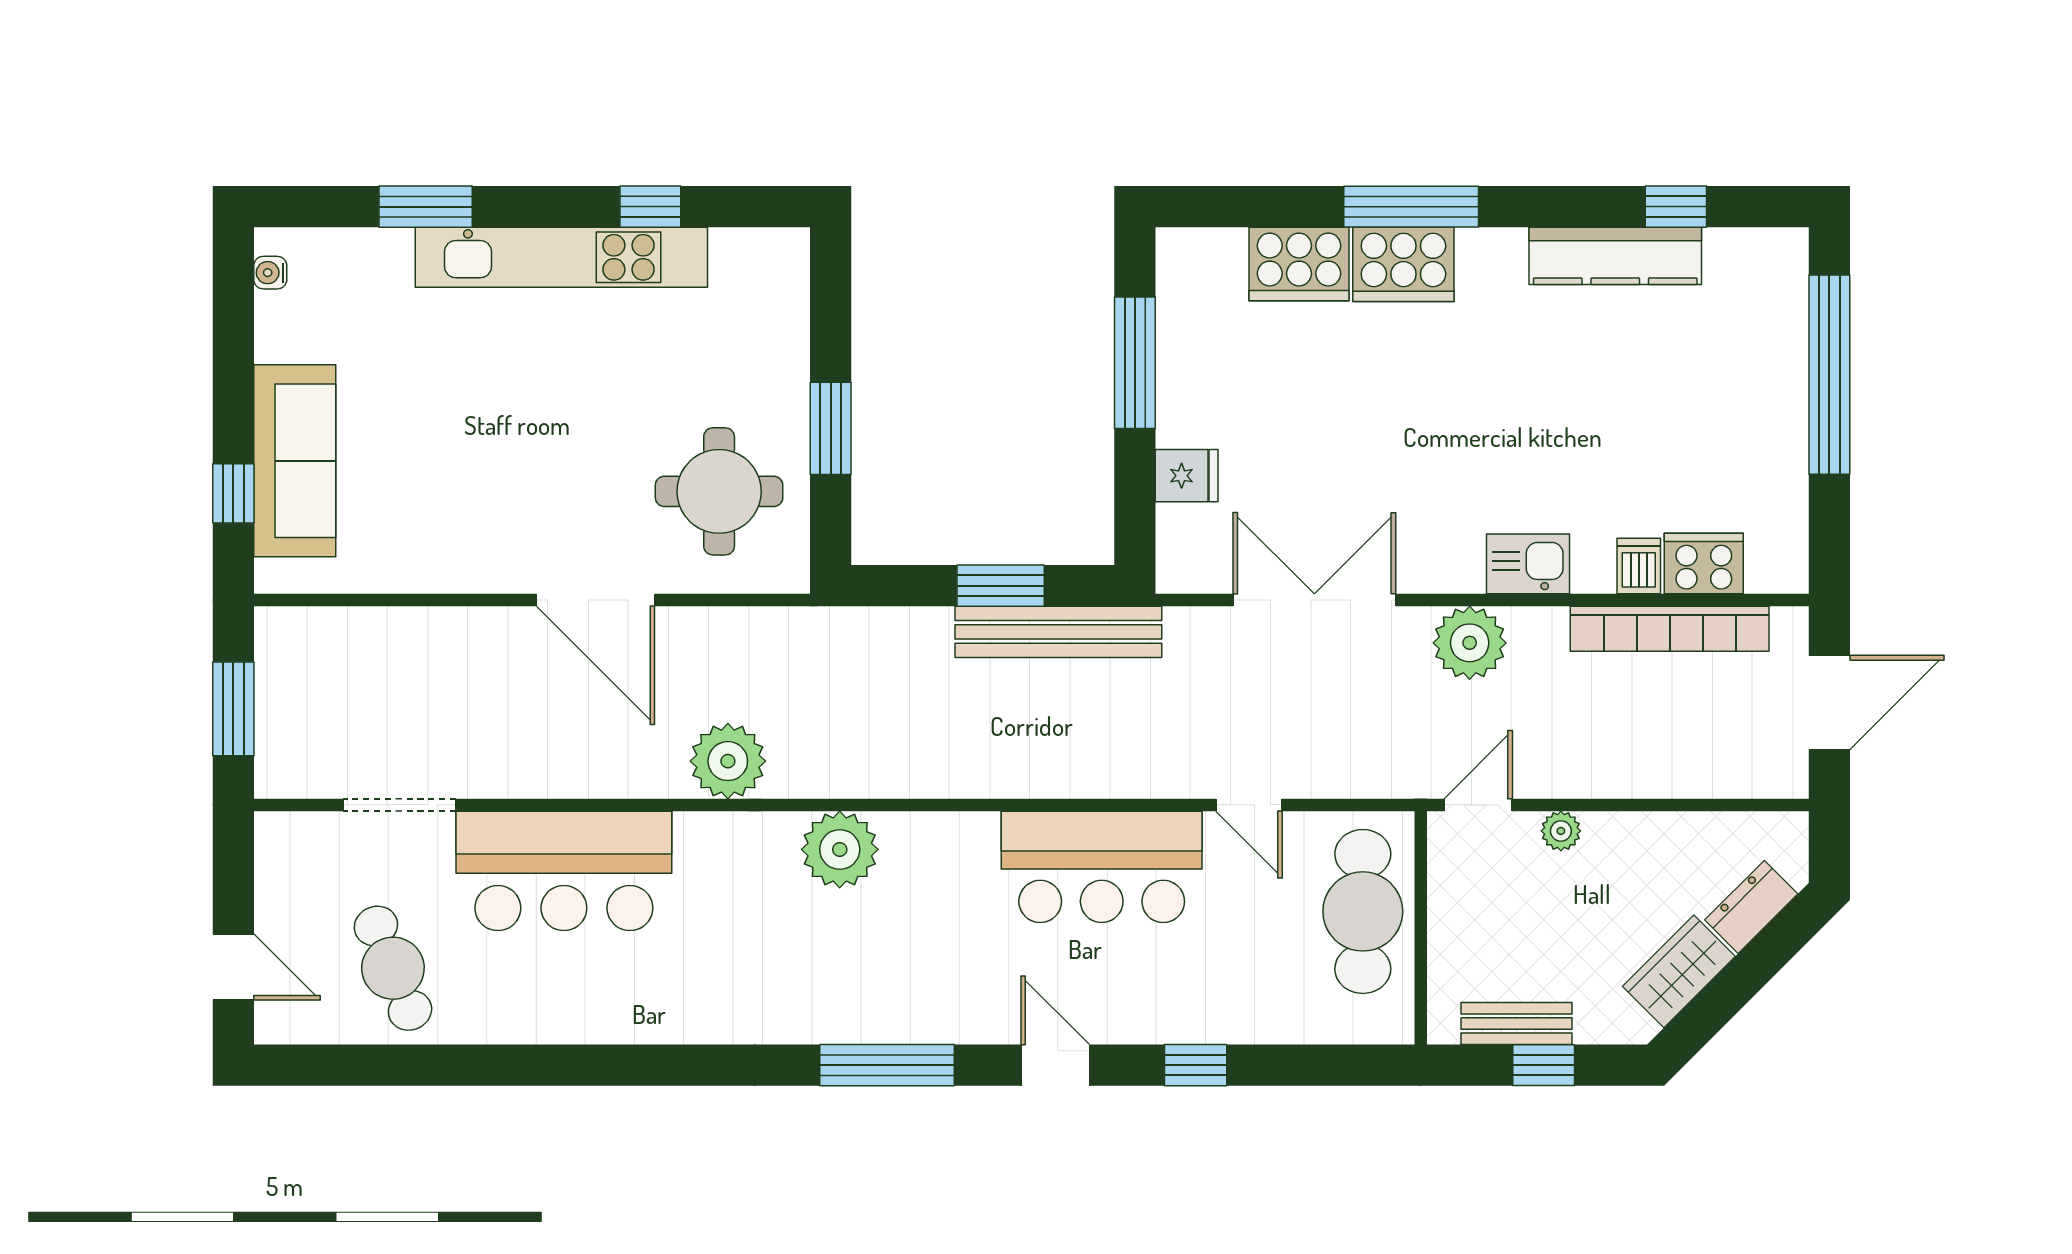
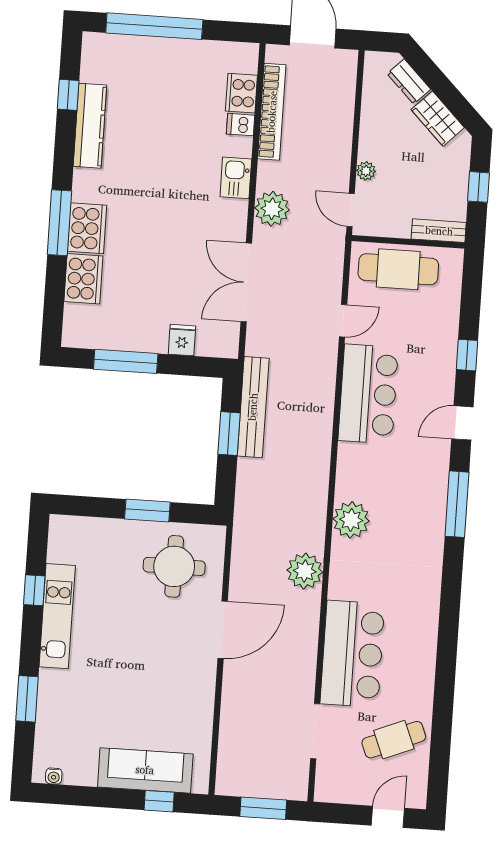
kitchen unit: (561, 257) -> (57, 616), width x0.73
bench: (1517, 1024) -> (439, 231), moved, turned 90

